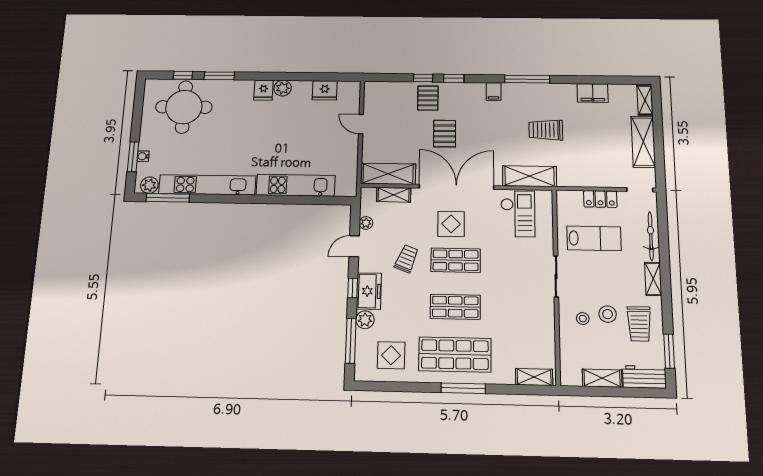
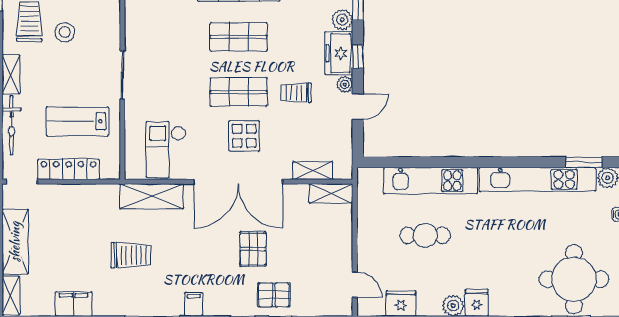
pallet: (428, 98) -> (274, 295), turned 90
door: (361, 124) -> (355, 285), moved
cafe table: (302, 142) -> (425, 235), added
shelving: (388, 174) -> (331, 193), width x0.67, depth x0.75
window: (168, 198) -> (584, 162), width x0.69
locker: (600, 199) -> (69, 169), width x1.53
plant: (366, 223) -> (345, 84), moved
trolley: (407, 259) -> (296, 93), turned 69
stool: (583, 319) -> (93, 26), removed

